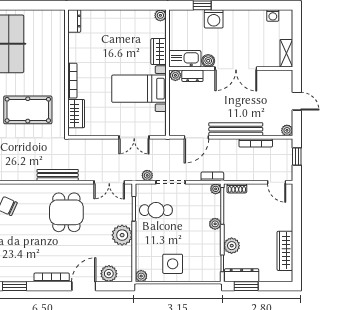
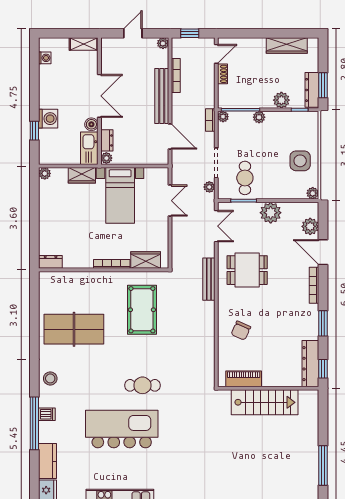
shoe rack: (237, 188) -> (222, 74), moved

